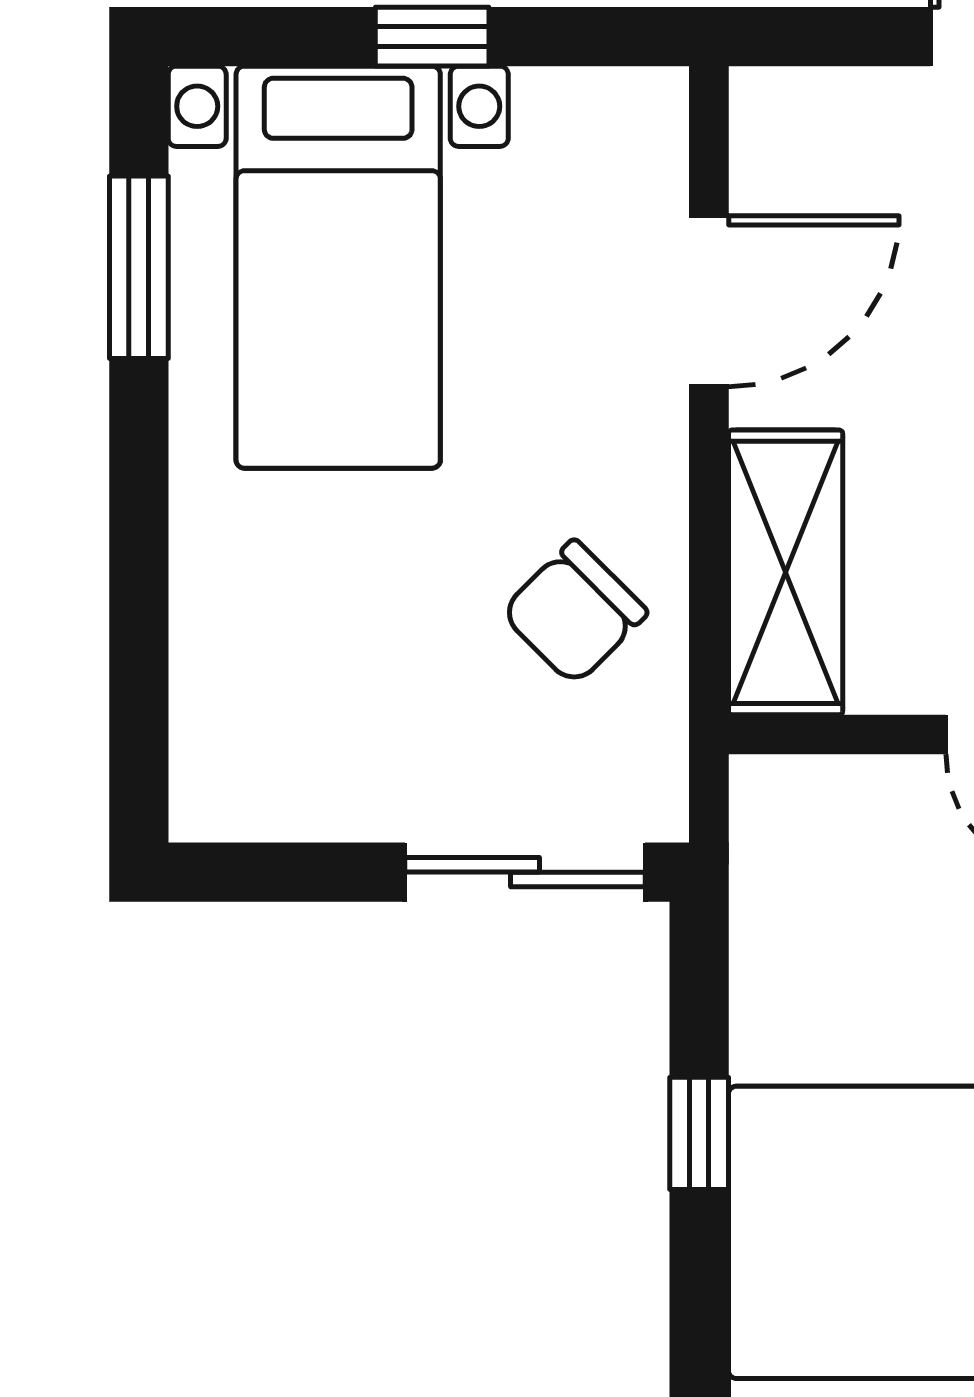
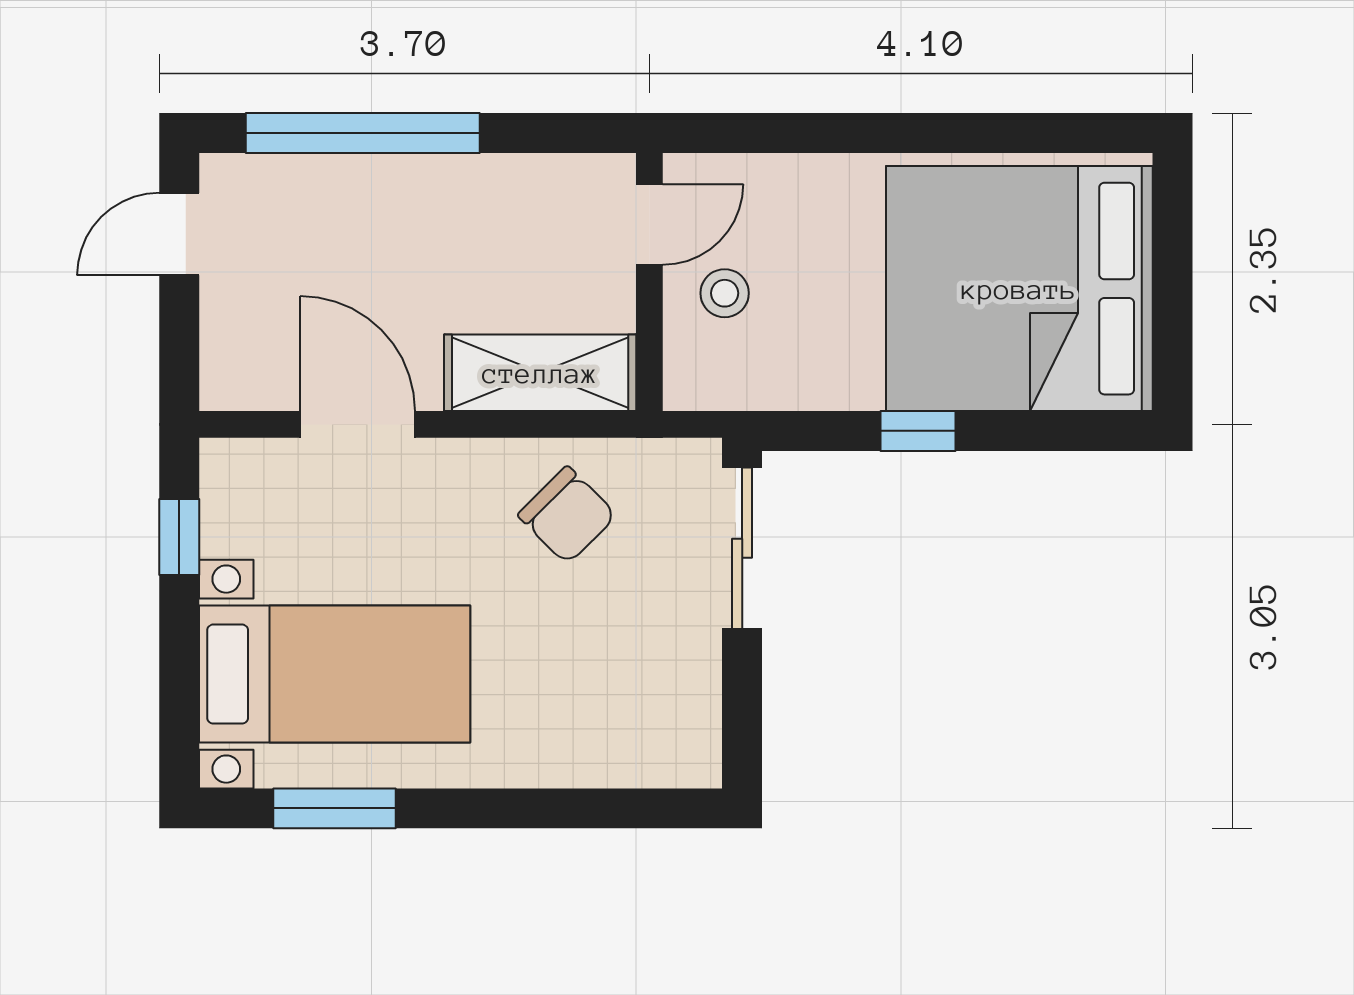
window: (432, 37) -> (179, 537), moved
stool: (904, 846) -> (725, 293), added

